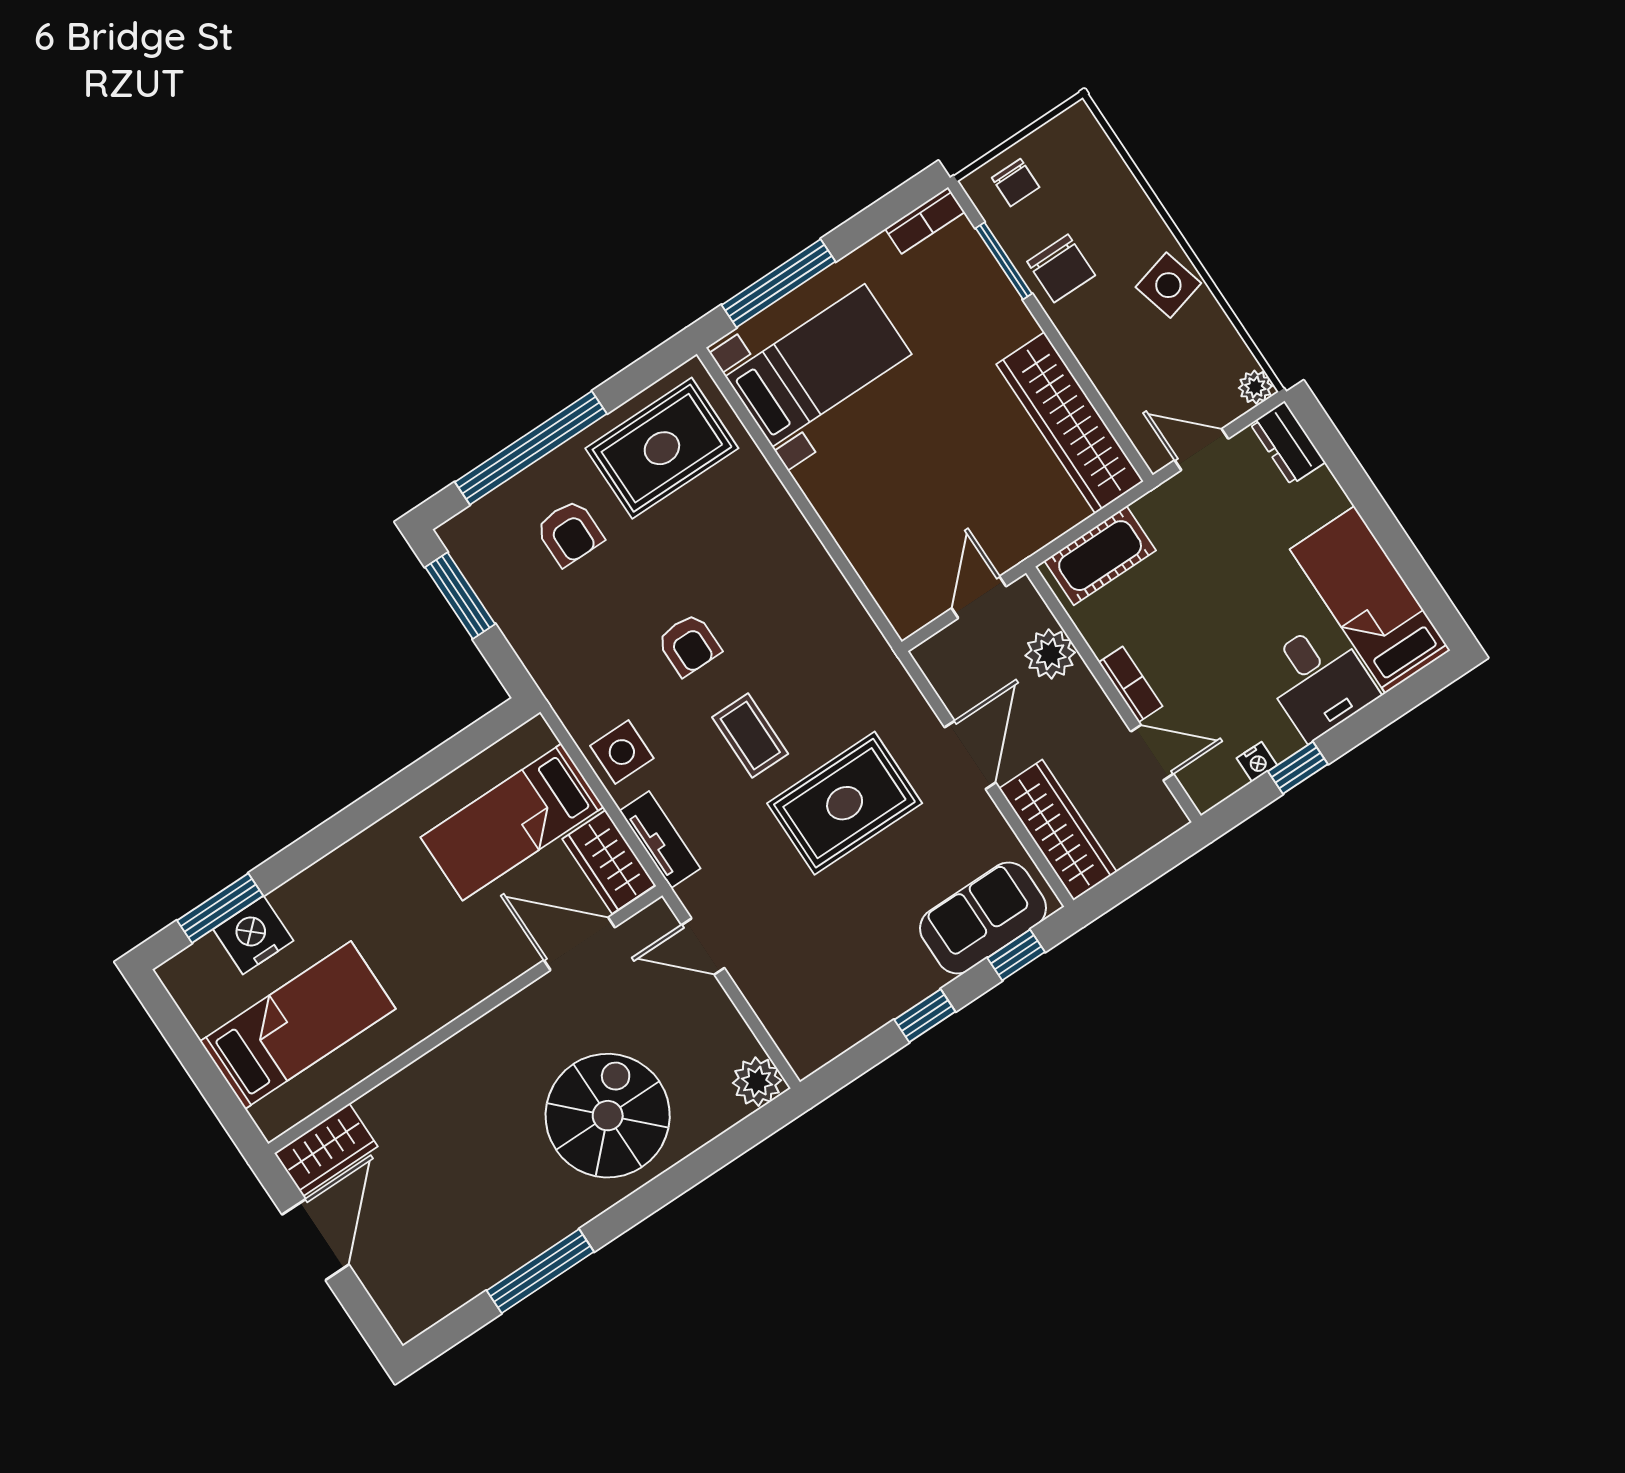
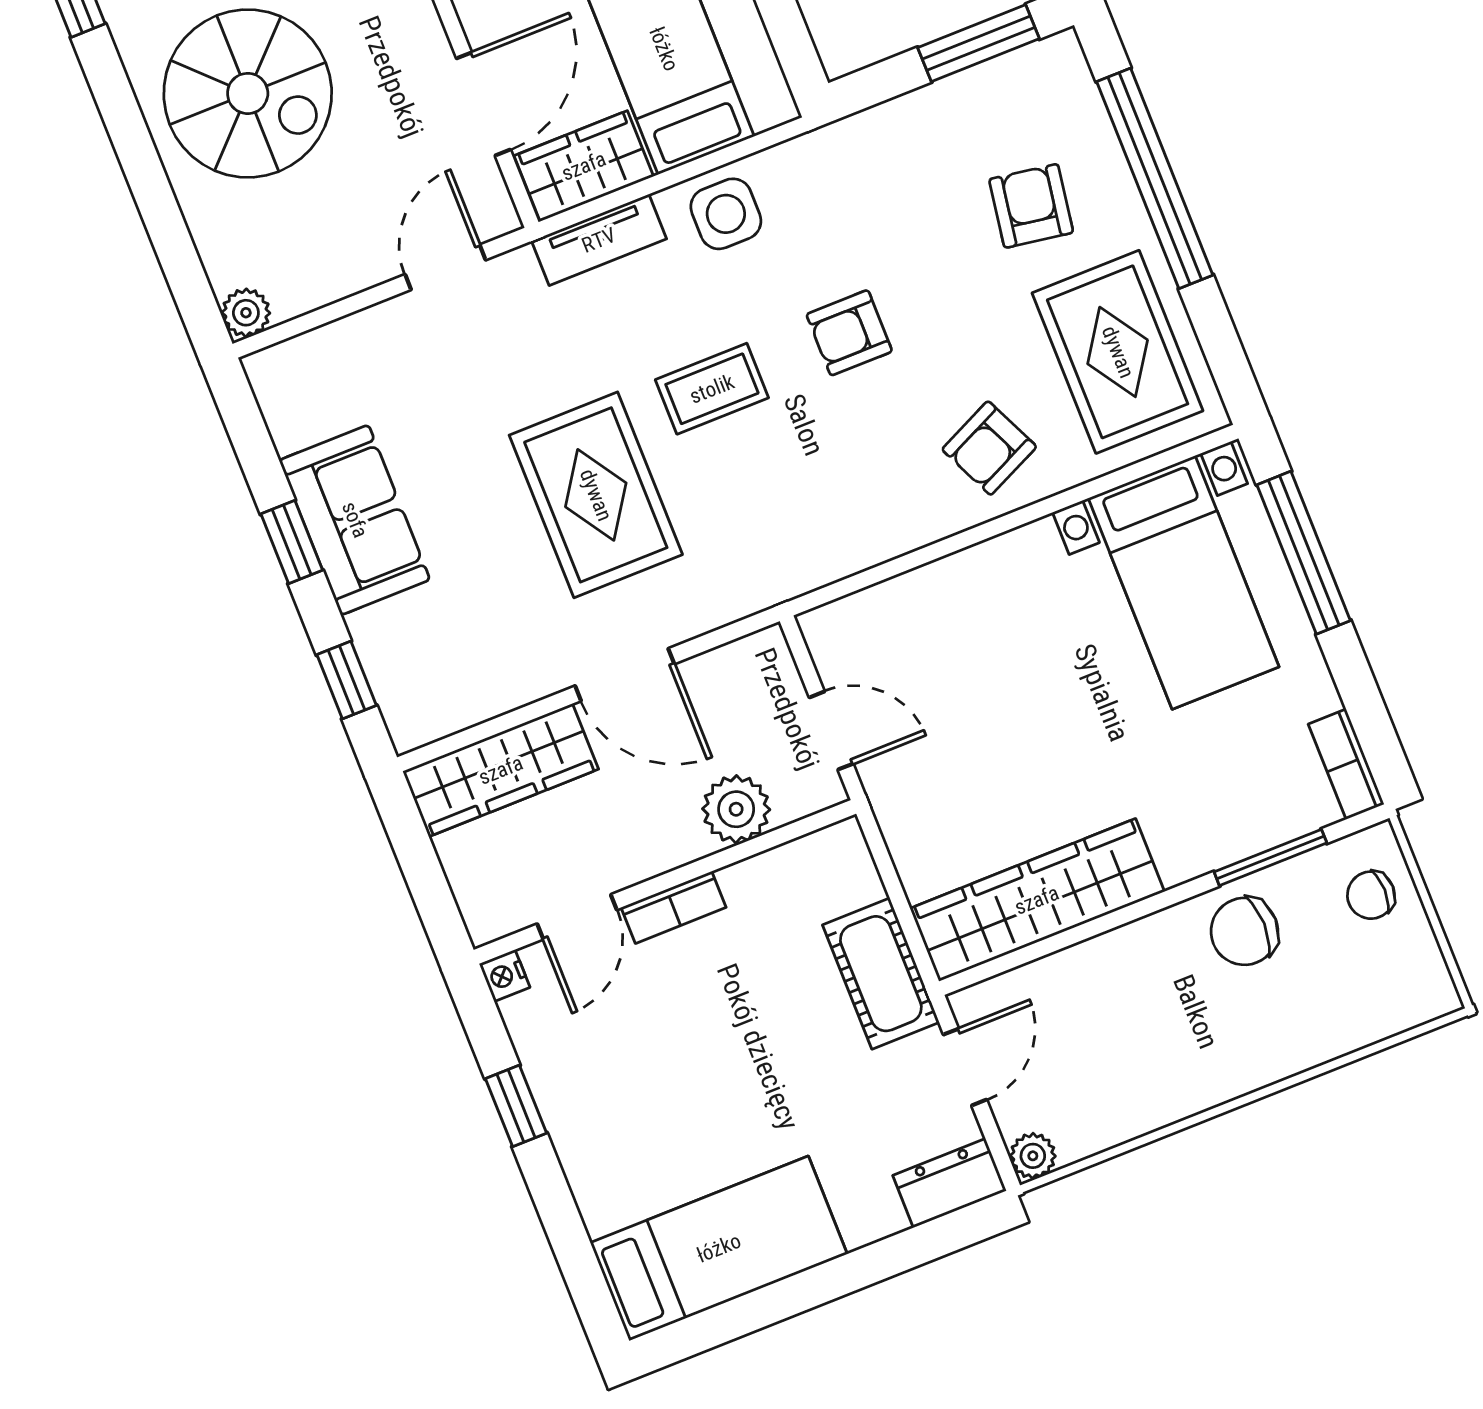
side table: (1168, 285) -> (1192, 1069), removed
armchair: (751, 526) -> (989, 448), added
armchair: (570, 533) -> (1031, 206), turned 99
cot: (1100, 556) -> (881, 974), moved
desk: (1319, 680) -> (627, 1158), removed
nightstand: (1257, 762) -> (505, 976), moved
sofa: (983, 918) -> (355, 520), moved
plant: (757, 1082) -> (246, 313), width x0.73, depth x0.73

